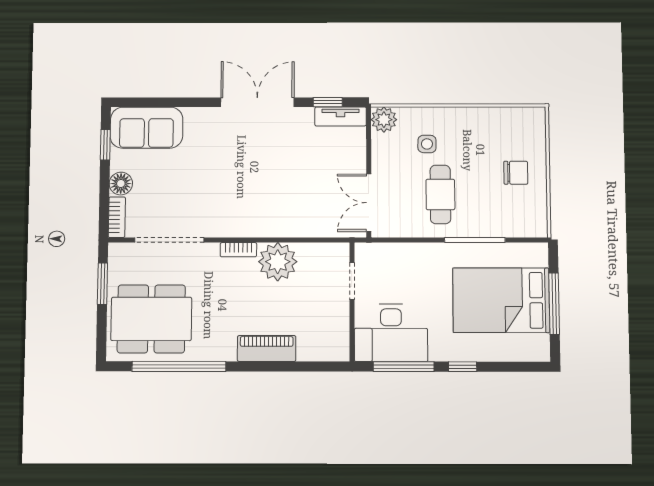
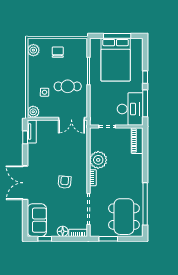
double door: (257, 102) -> (25, 183), moved
plant: (519, 120) -> (33, 50), added
armchair: (229, 188) -> (65, 182), added
piano: (267, 348) -> (137, 141), moved

